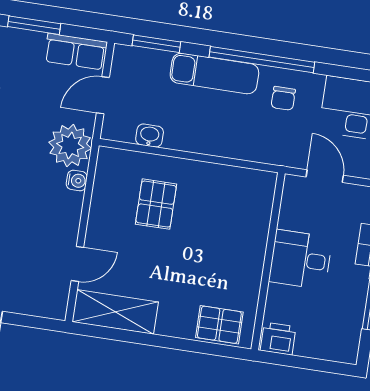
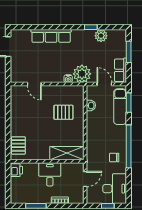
exam couch: (214, 73) -> (120, 107), moved
shelving: (115, 312) -> (67, 153), moved, turned 90

